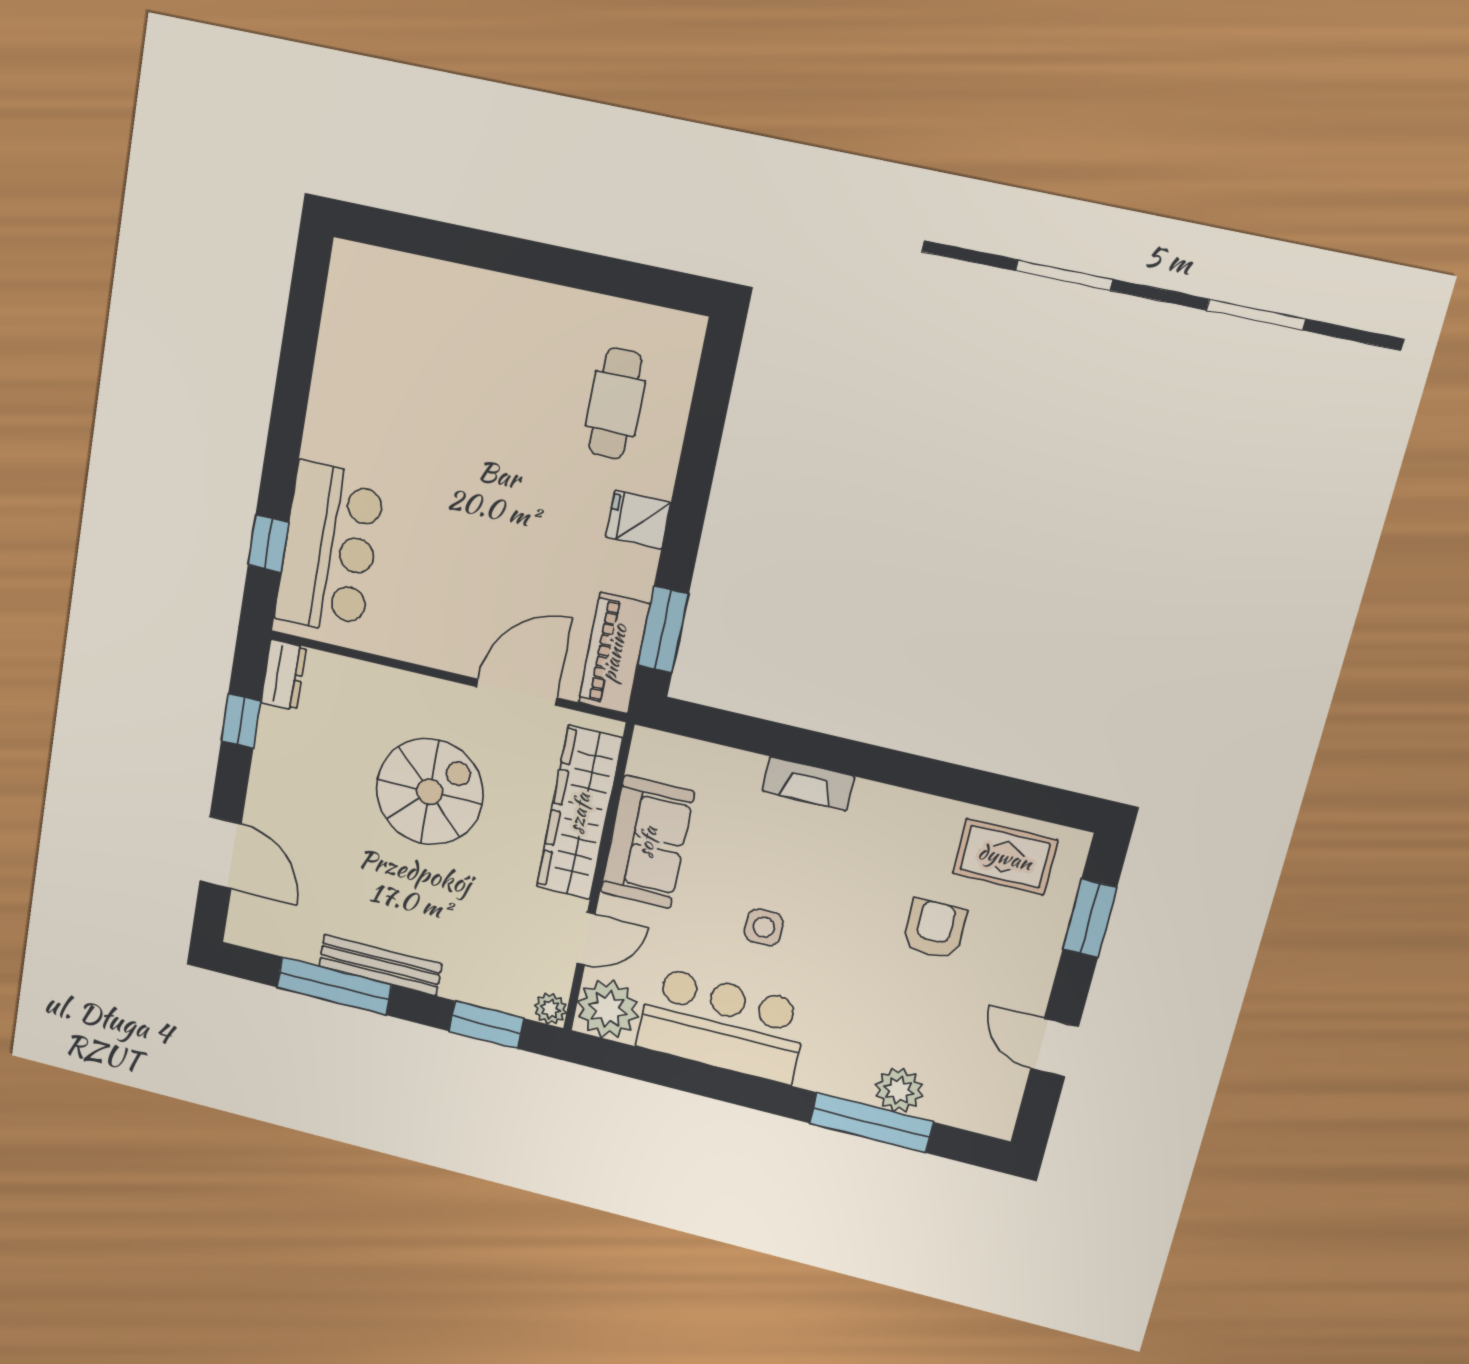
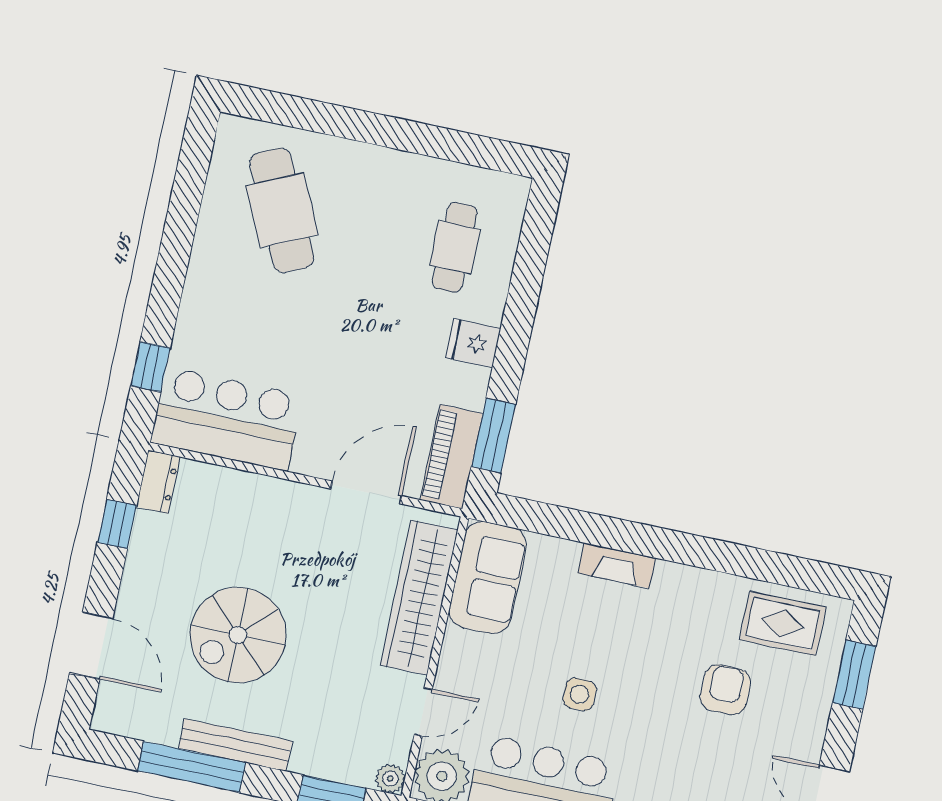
cafe table: (410, 358) -> (282, 210), added
bar counter: (329, 549) -> (227, 419), moved, turned -90
spiral stairs: (430, 792) -> (238, 635), moved, turned 180
sofa: (647, 842) -> (488, 578), moved

